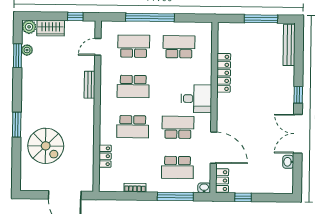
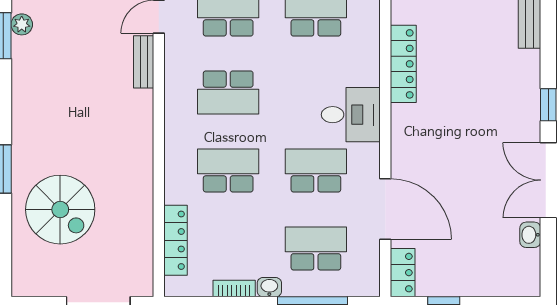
bench: (90, 85) -> (144, 62), moved
school desk: (133, 127) -> (228, 170), turned 180
locker: (105, 156) -> (175, 240), width x1.53
school desk: (177, 167) -> (316, 248), turned 180
washbasin: (204, 188) -> (269, 287), moved

